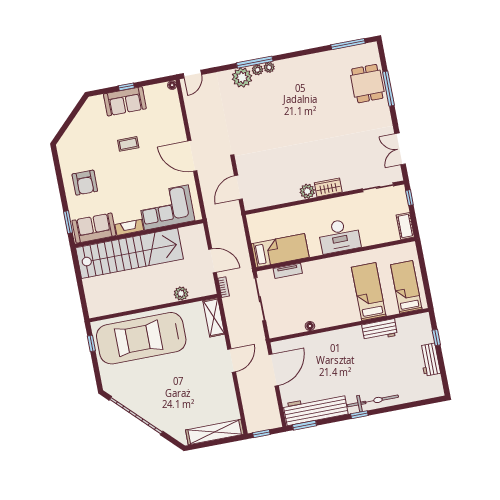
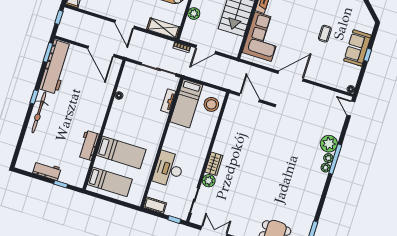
plant: (307, 191) -> (209, 181), moved
stool: (267, 224) -> (211, 104), added
desk: (339, 236) -> (169, 169), moved

